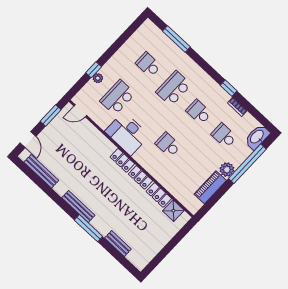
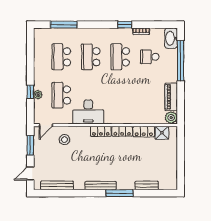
school desk: (148, 65) -> (61, 57), width x1.85
school desk: (199, 112) -> (120, 57), width x1.85
stool: (84, 138) -> (64, 140), added
door: (28, 140) -> (30, 173), swing flipped
school desk: (168, 145) -> (120, 95), removed
plant: (227, 170) -> (171, 118), moved

